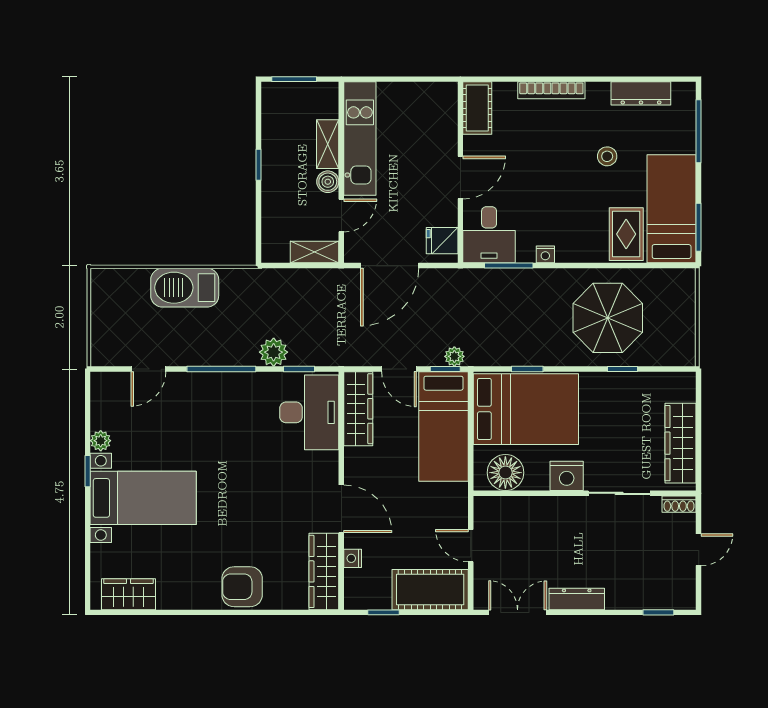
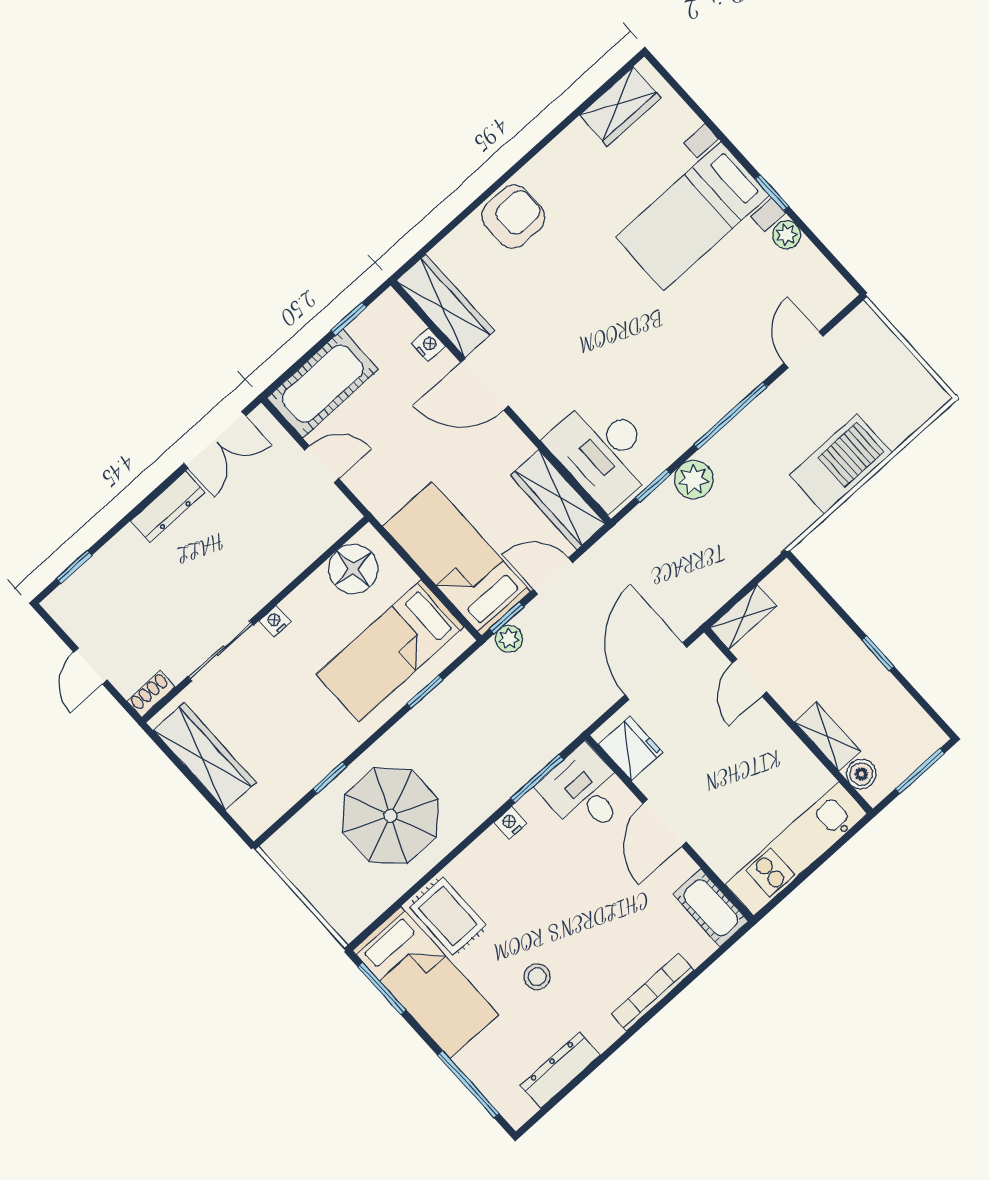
kitchen unit: (360, 139) -> (796, 849), moved, turned 90
boiler: (328, 182) -> (861, 774), moved
fridge: (442, 241) -> (631, 748), width x1.38
bed: (526, 409) -> (390, 651), width x0.67
nightstand: (567, 476) -> (275, 621), width x0.53, depth x0.56

